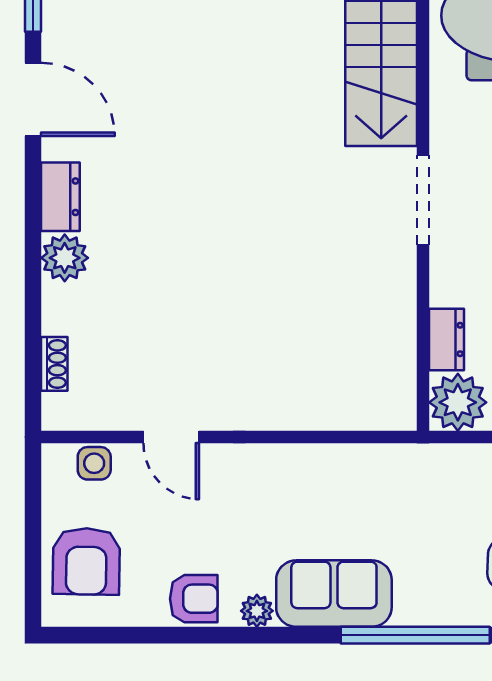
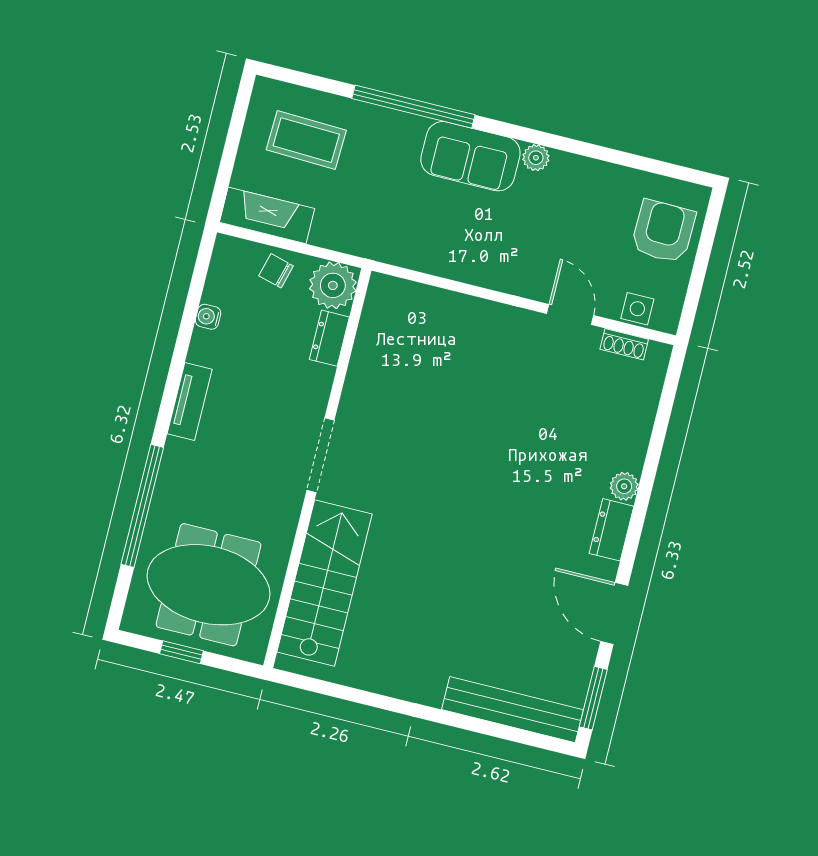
plant: (65, 258) -> (624, 486), width x0.73, depth x0.73
shoe rack: (54, 364) -> (624, 344), moved, turned -90
armchair: (194, 599) -> (584, 180), removed

